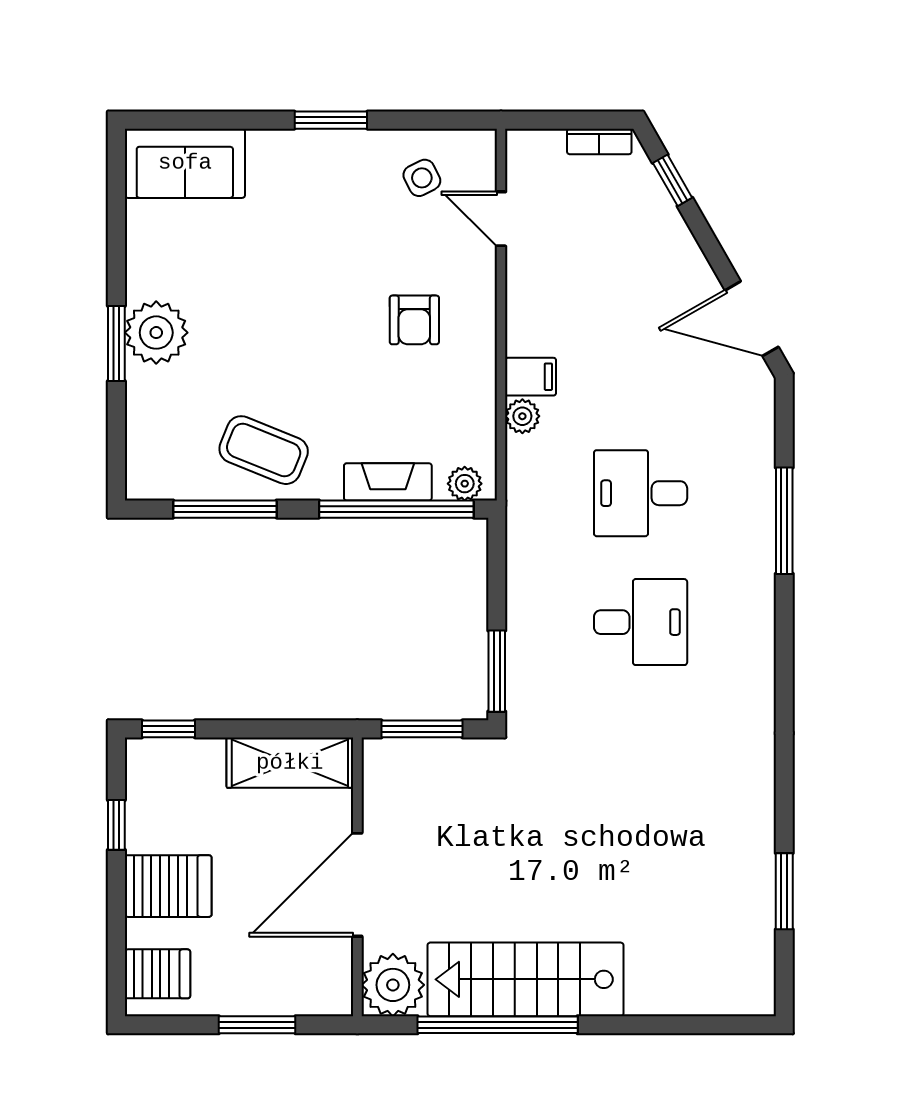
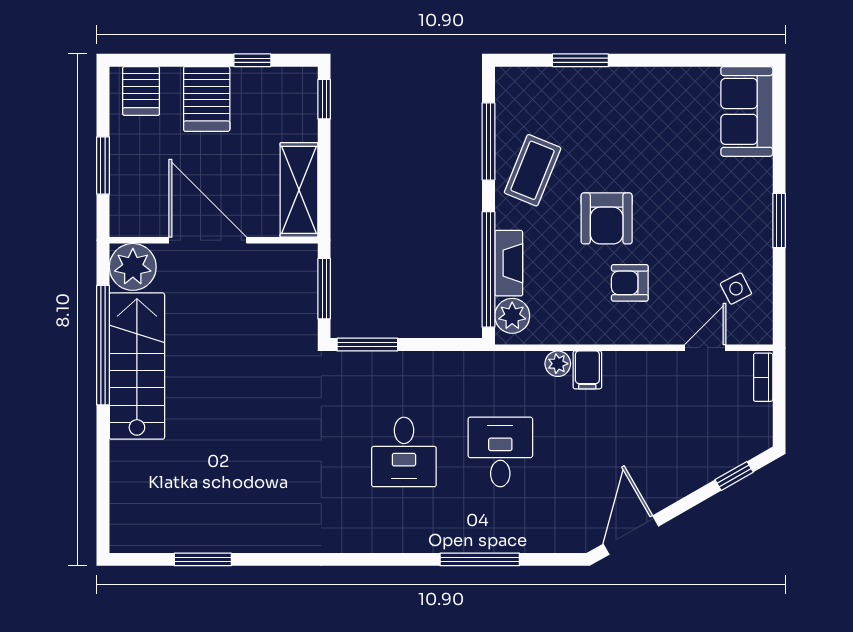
bookcase: (599, 141) -> (763, 377), moved
plant: (156, 333) -> (620, 90), removed
window: (116, 343) -> (580, 60), moved
armchair: (328, 351) -> (607, 218), added
plant: (465, 484) -> (512, 316), width x1.38, depth x1.38

